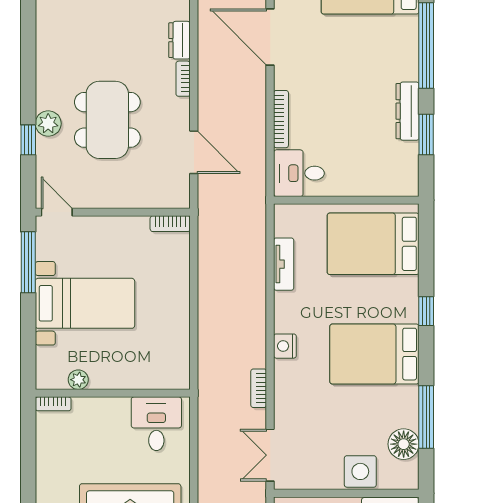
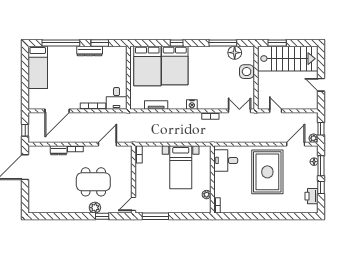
bed with nightstands: (85, 303) -> (181, 167), moved, turned 180
bed: (374, 354) -> (175, 65), moved
double door: (270, 455) -> (239, 111), swing flipped

